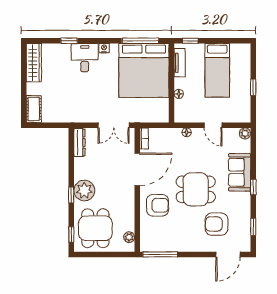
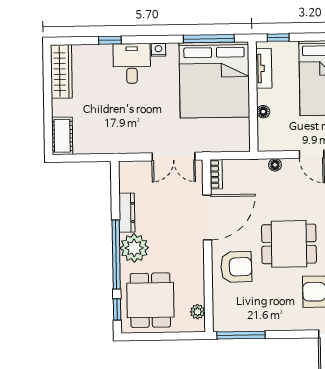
dresser: (79, 143) -> (127, 213), moved
window: (71, 195) -> (116, 255), width x3.17

